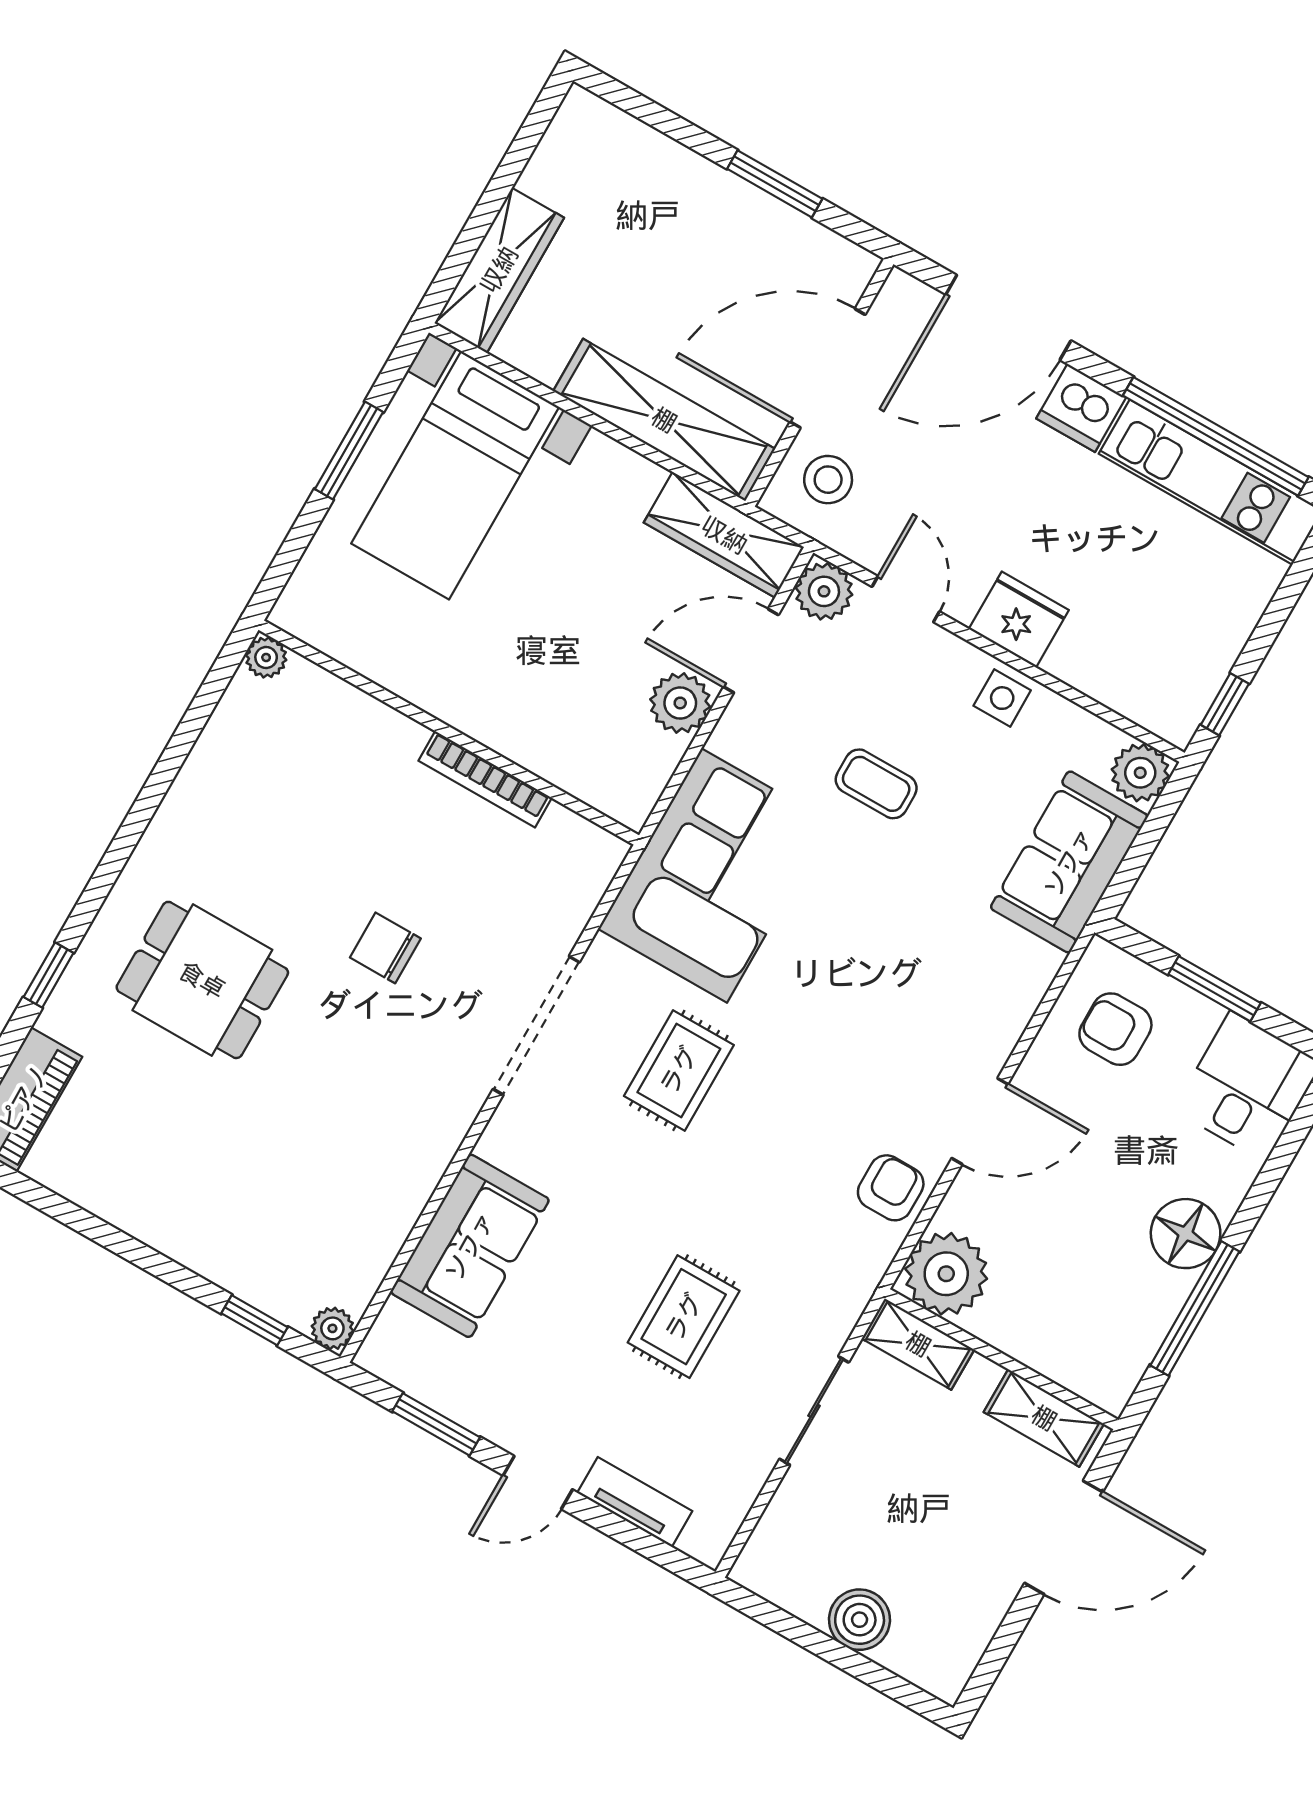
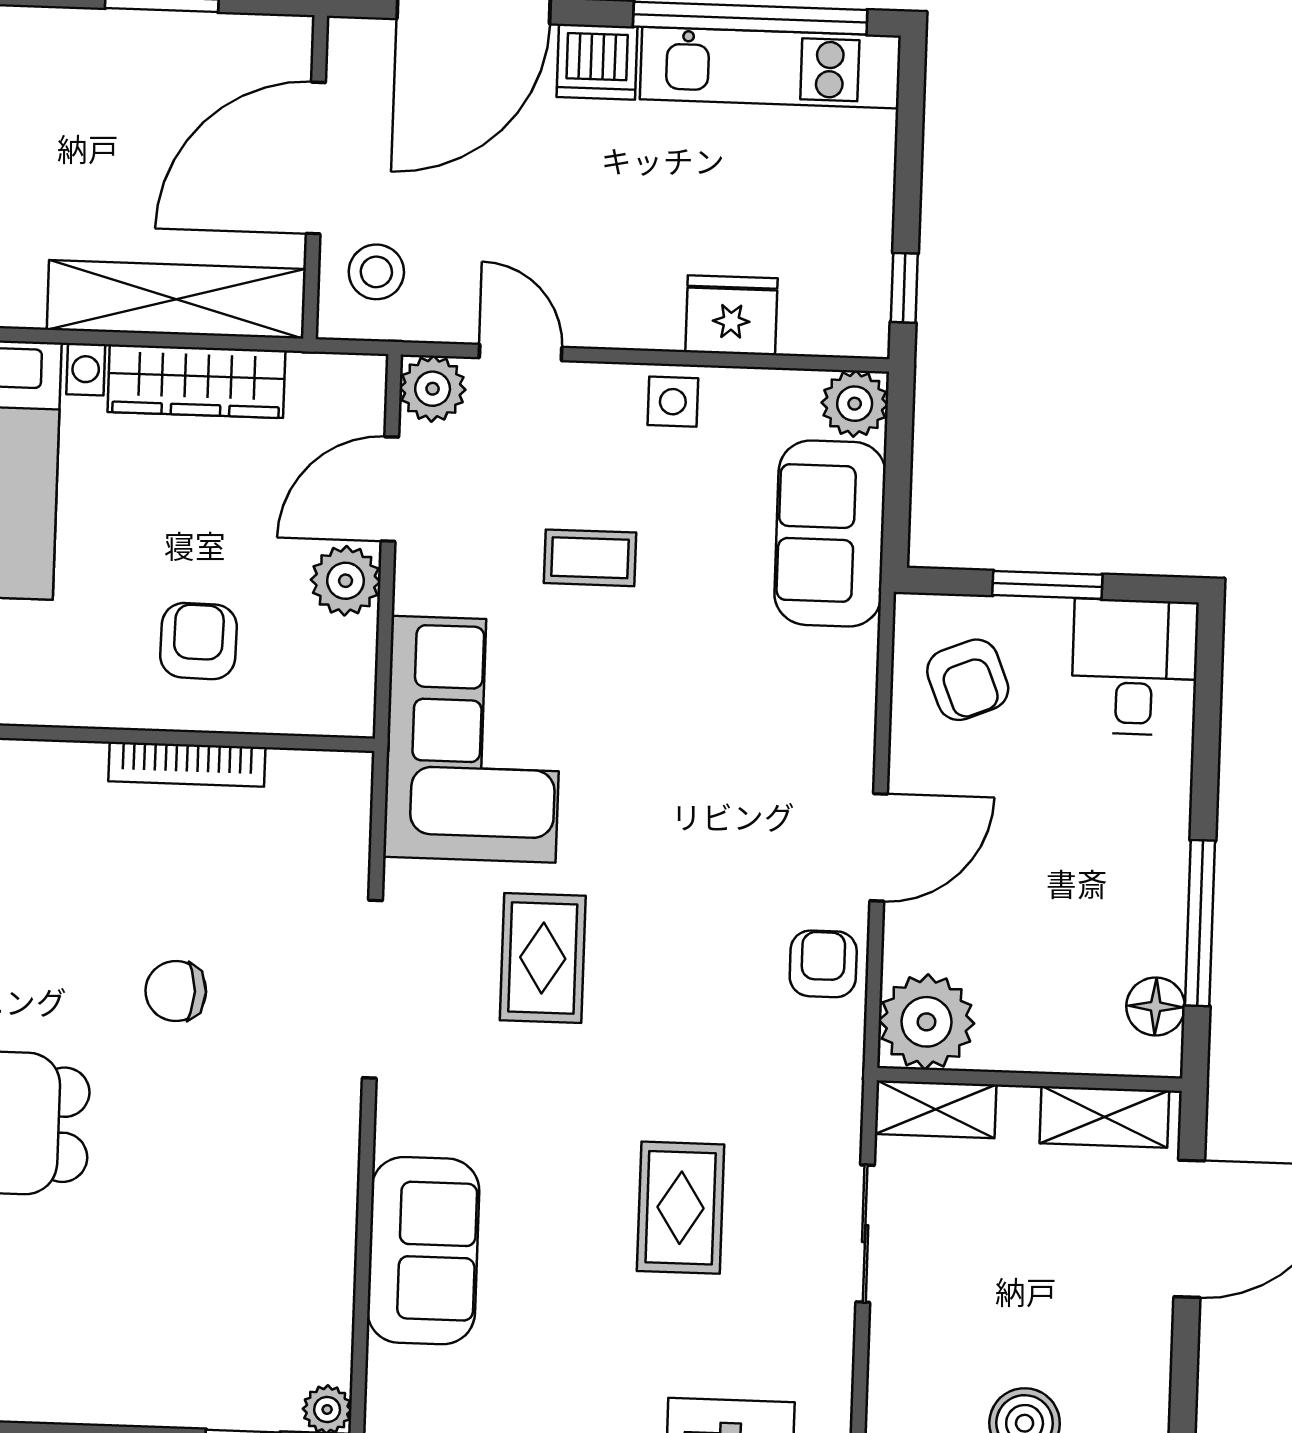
wardrobe: (724, 535) -> (196, 381), moved
fridge: (1019, 619) -> (731, 315), moved
armchair: (544, 690) -> (198, 641), added
armchair: (1115, 1029) -> (968, 680), turned -112
floor lamp: (1186, 1234) -> (1156, 1006), moved, width x0.73, depth x0.73

